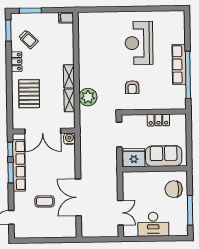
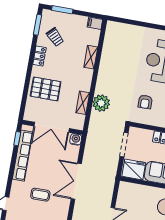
shelving: (69, 76) -> (91, 57), moved
pallet: (29, 94) -> (46, 89), turned 90
window: (11, 173) -> (13, 161), removed
double door: (78, 197) -> (76, 181), moved

